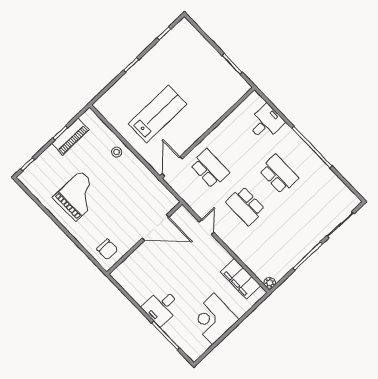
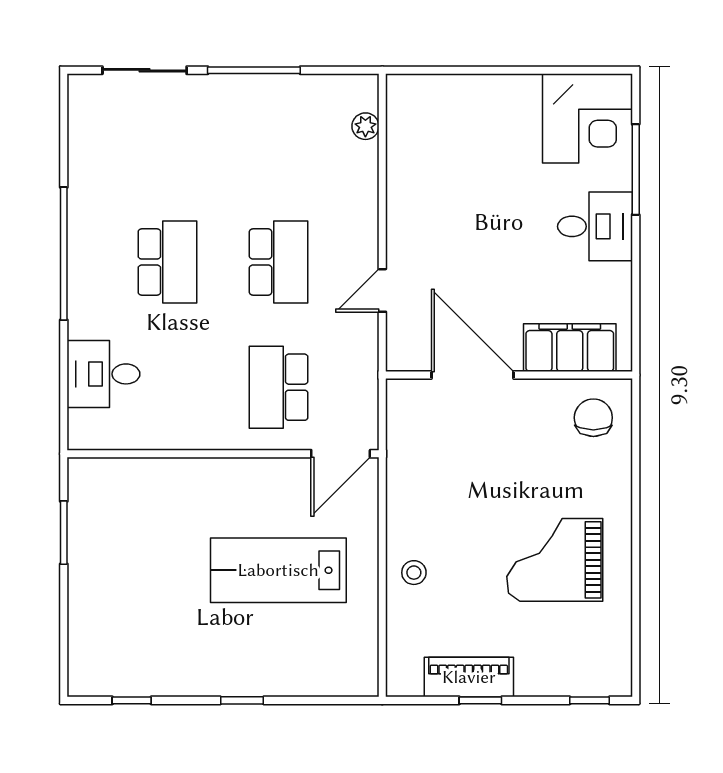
school desk: (279, 174) -> (167, 262), turned 180
filing cabinet: (240, 279) -> (570, 348), moved, turned -90
plant: (270, 283) -> (365, 126), moved
corner desk: (213, 319) -> (588, 118), moved

